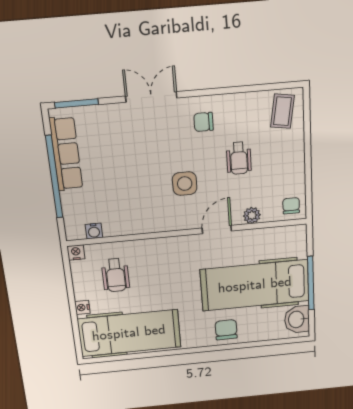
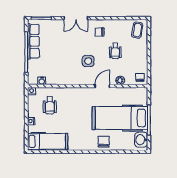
double door: (151, 97) -> (76, 18), swing flipped
hospital bed: (129, 333) -> (48, 141), width x0.73, depth x0.78

